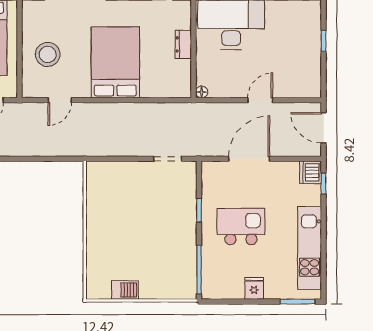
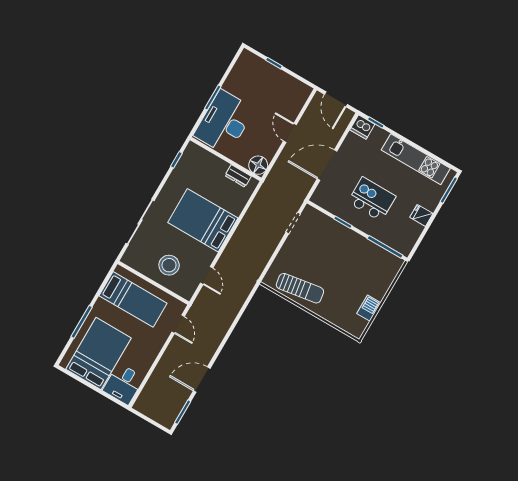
dresser: (183, 44) -> (238, 176), moved
floor lamp: (202, 92) -> (258, 165), width x1.89, depth x1.89
door: (324, 128) -> (336, 99), hinge flipped
door: (249, 159) -> (327, 165), hinge flipped
sun lounger: (104, 206) -> (300, 288), added
kitchen island: (241, 227) -> (372, 199), turned 90

